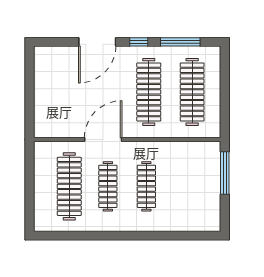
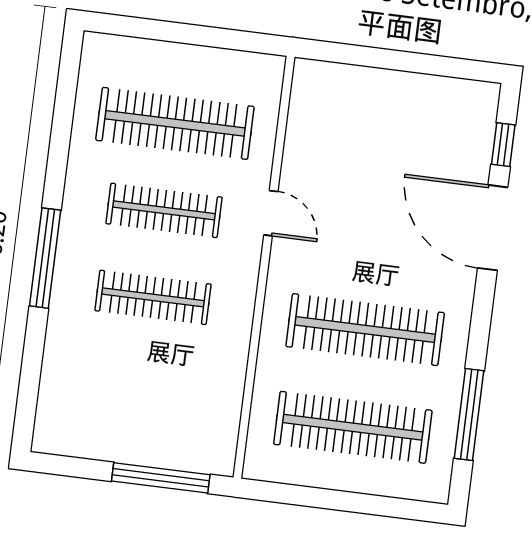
window: (139, 42) -> (503, 145), moved
door: (103, 140) -> (271, 213), width x0.53
window: (135, 236) -> (45, 258), added

